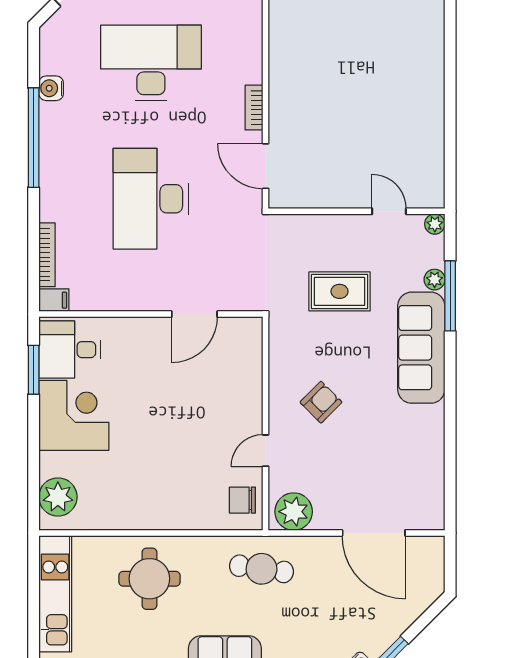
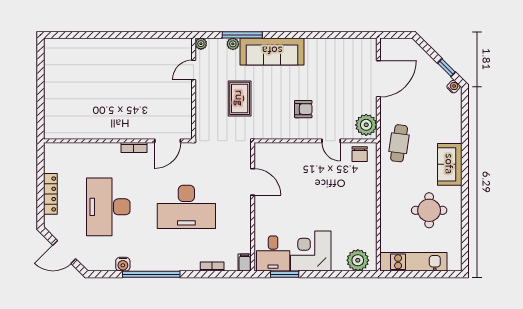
bookcase: (47, 255) -> (212, 267), width x0.64
armchair: (321, 402) -> (303, 109), turned 135
round table: (149, 579) -> (429, 210), moved

